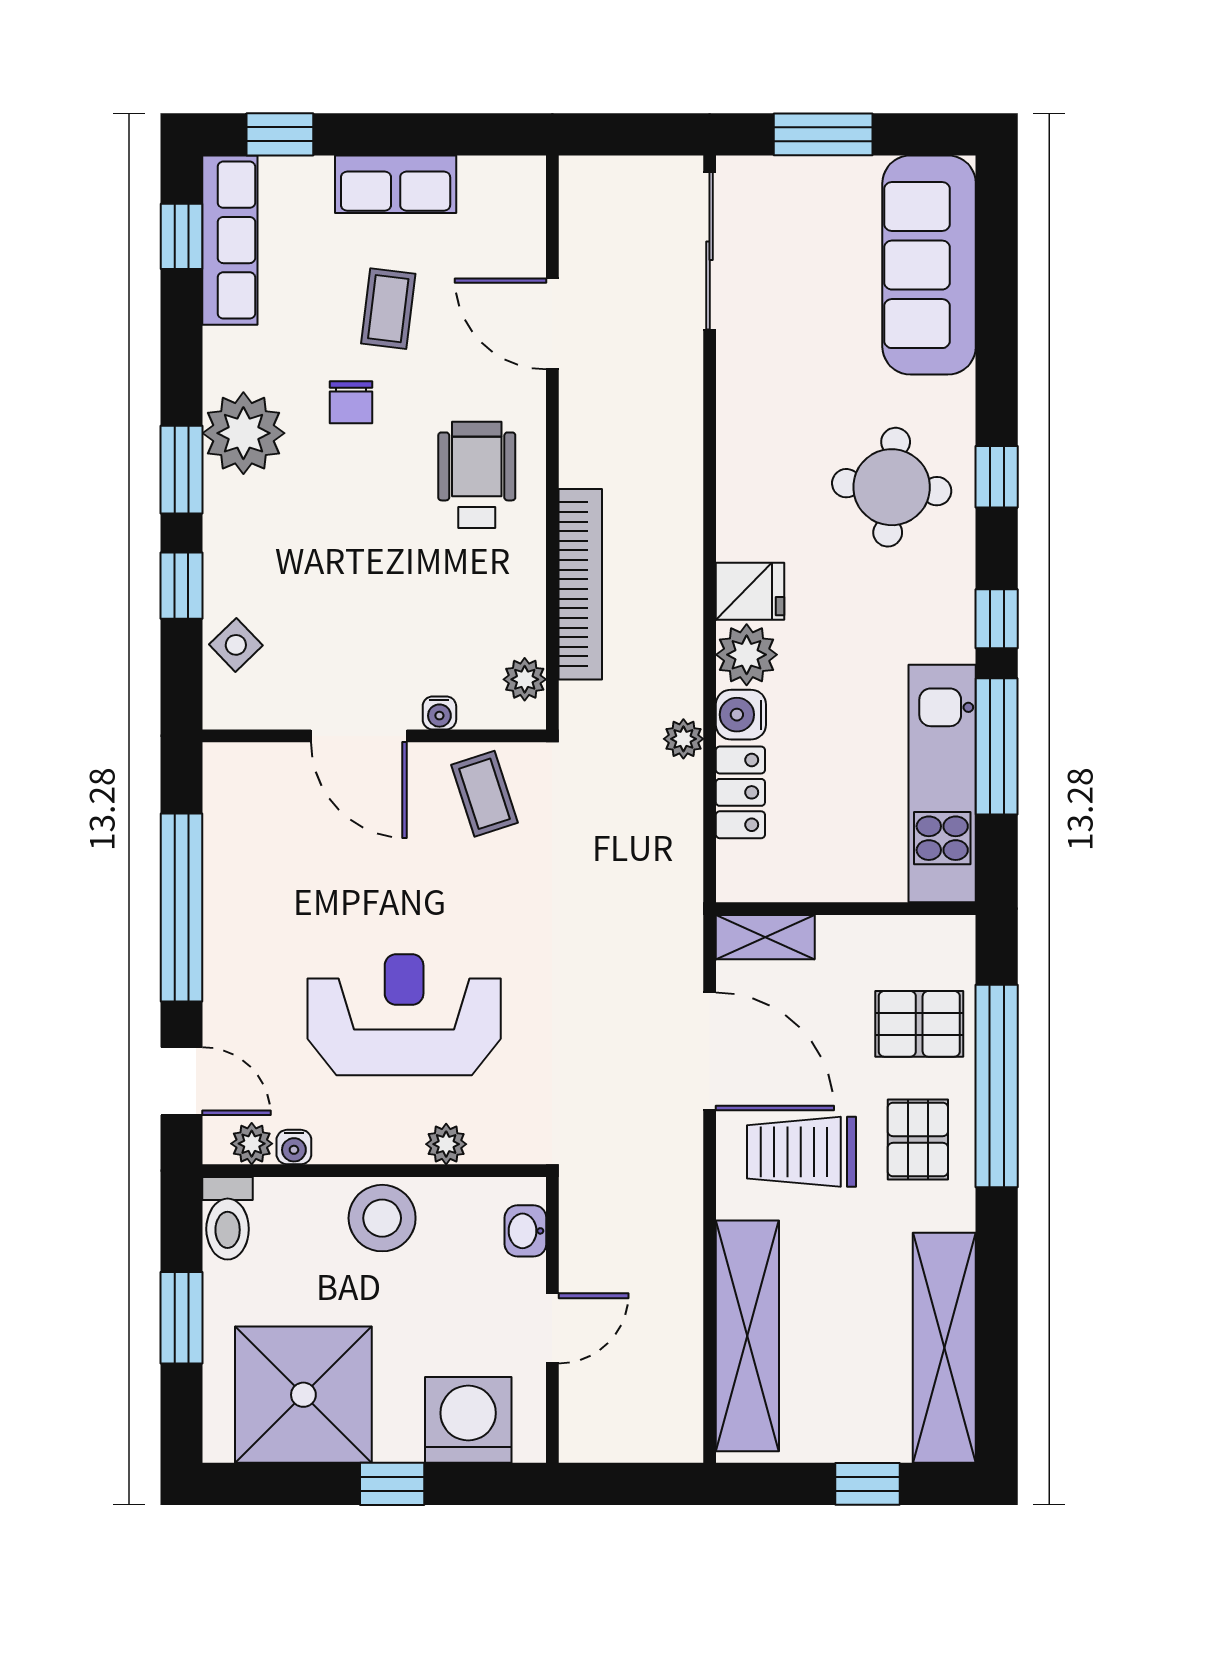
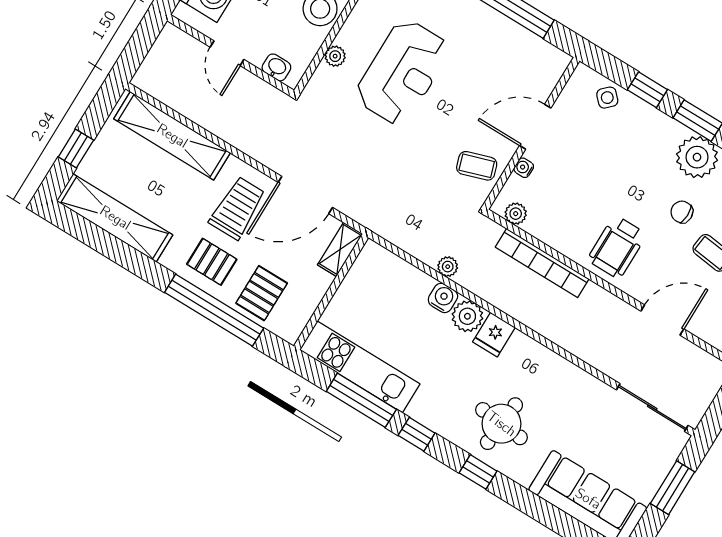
wheelchair: (477, 475) -> (617, 247), turned 90
locker: (740, 792) -> (409, 277), removed

